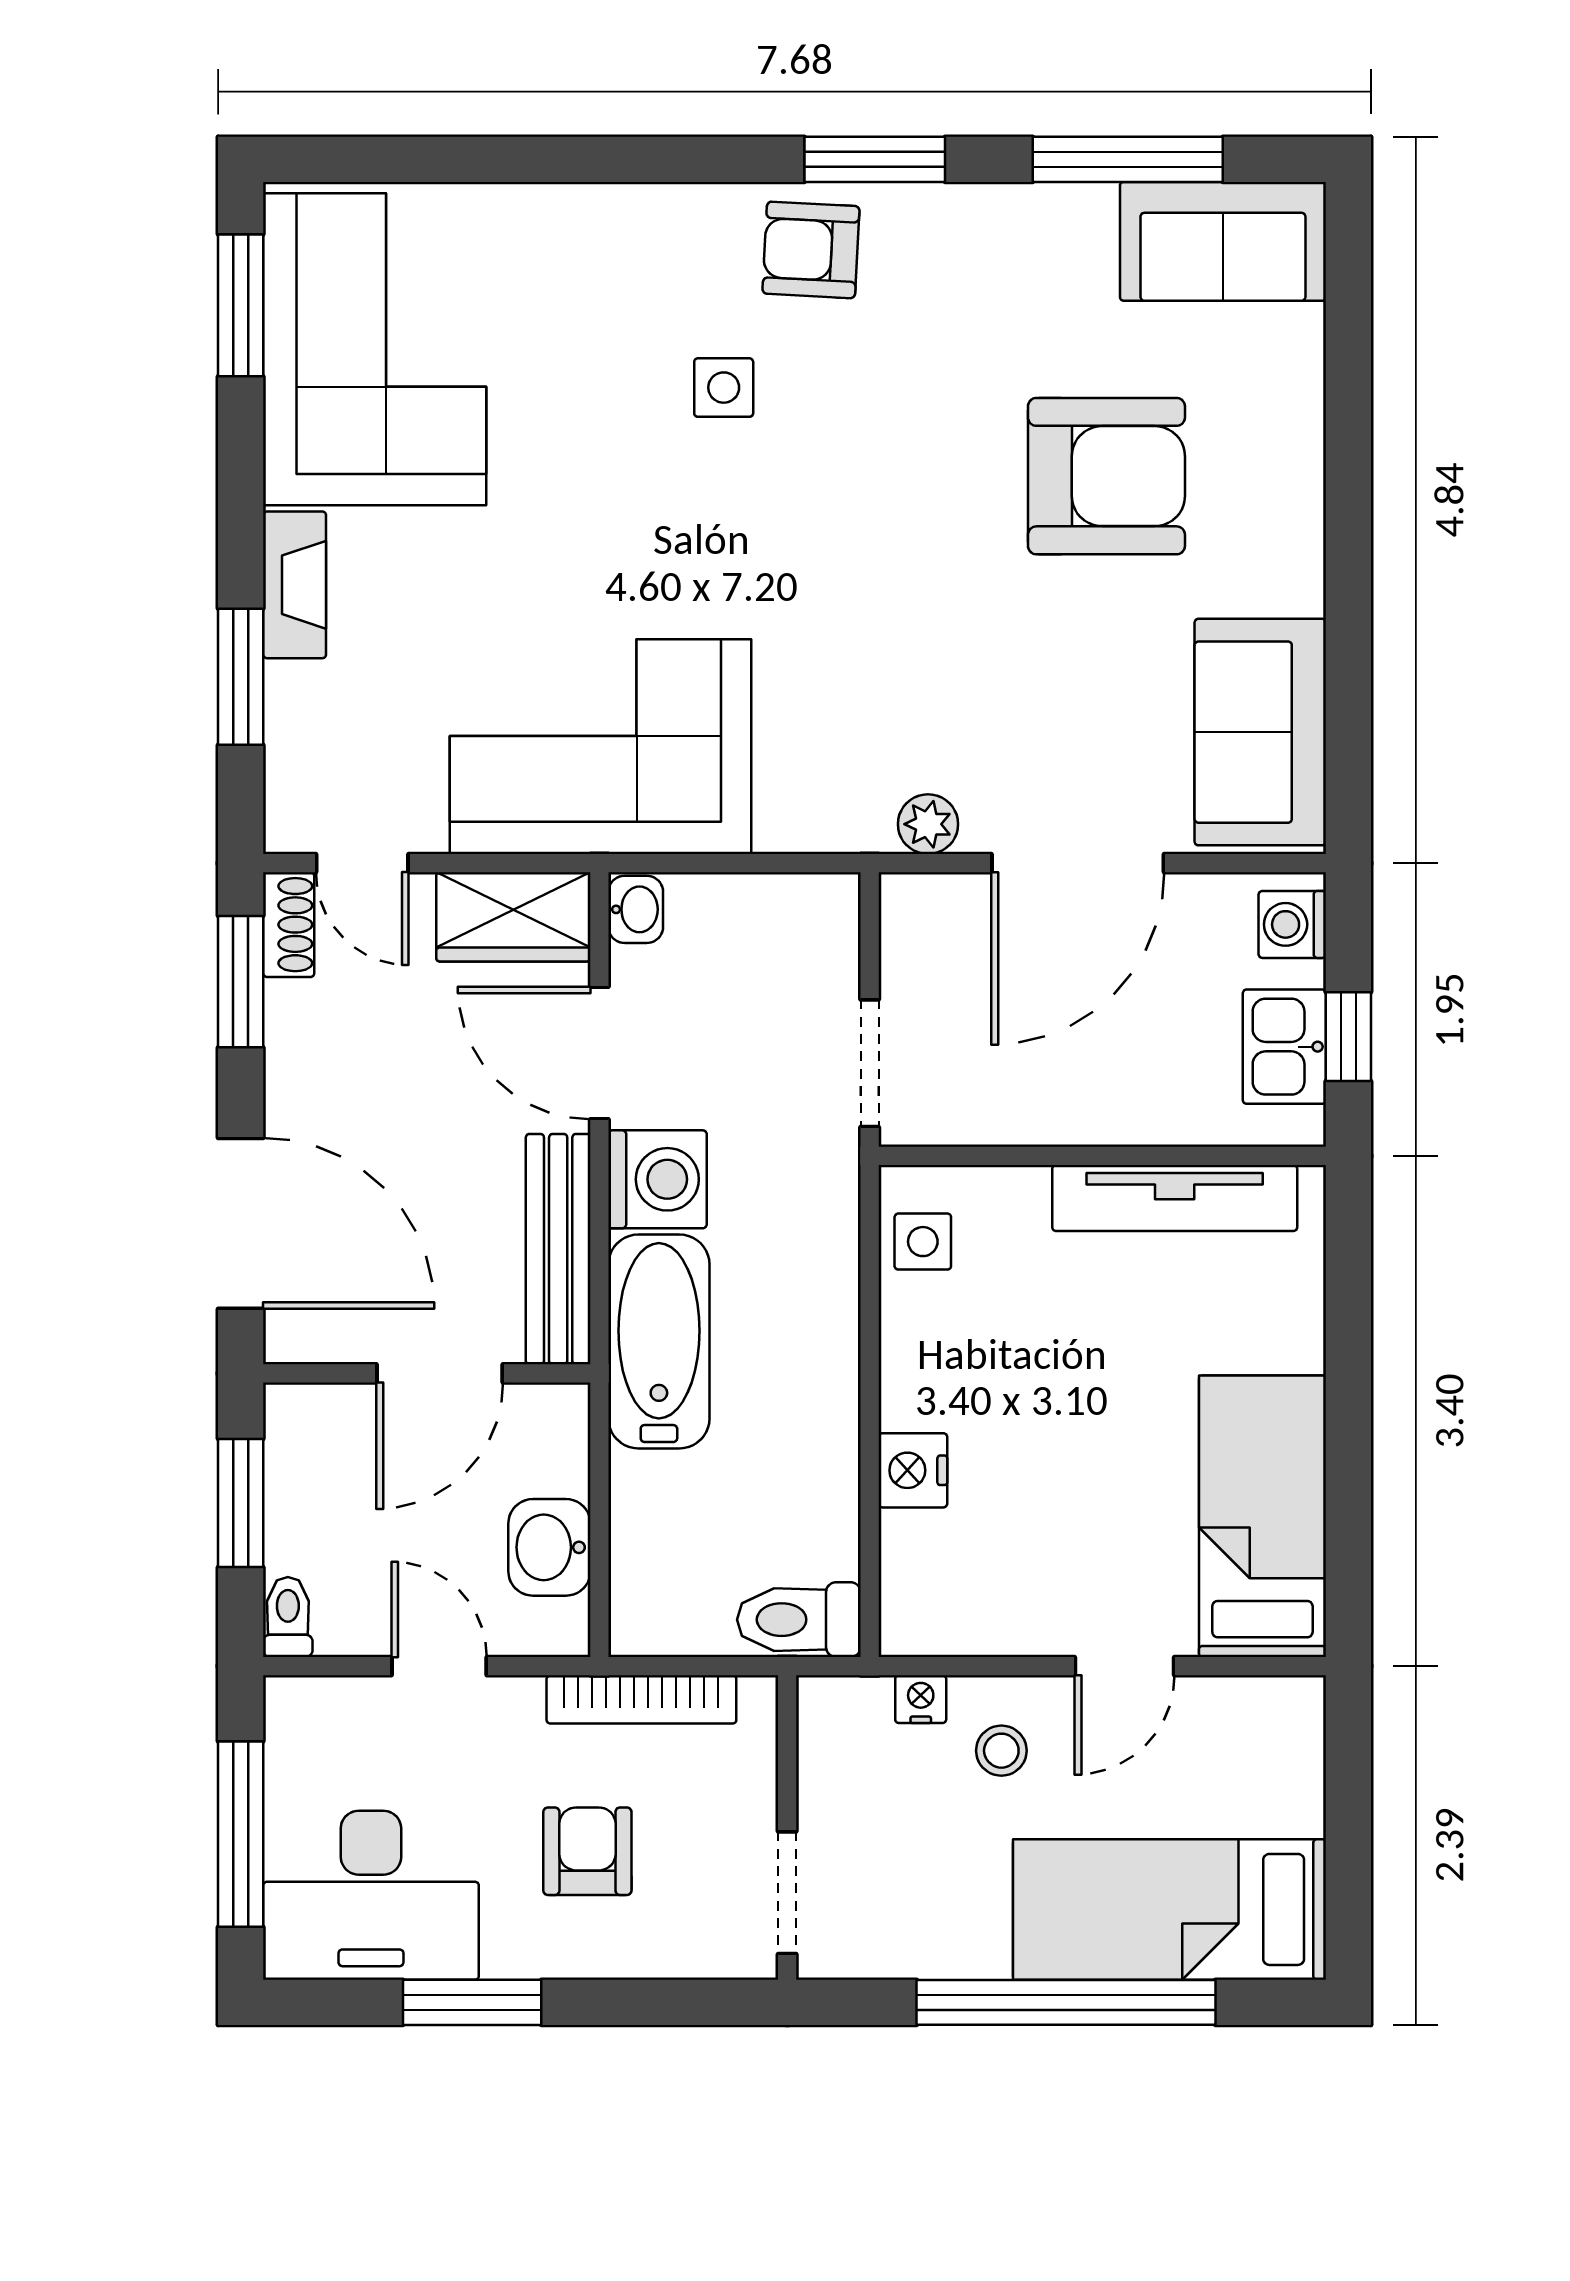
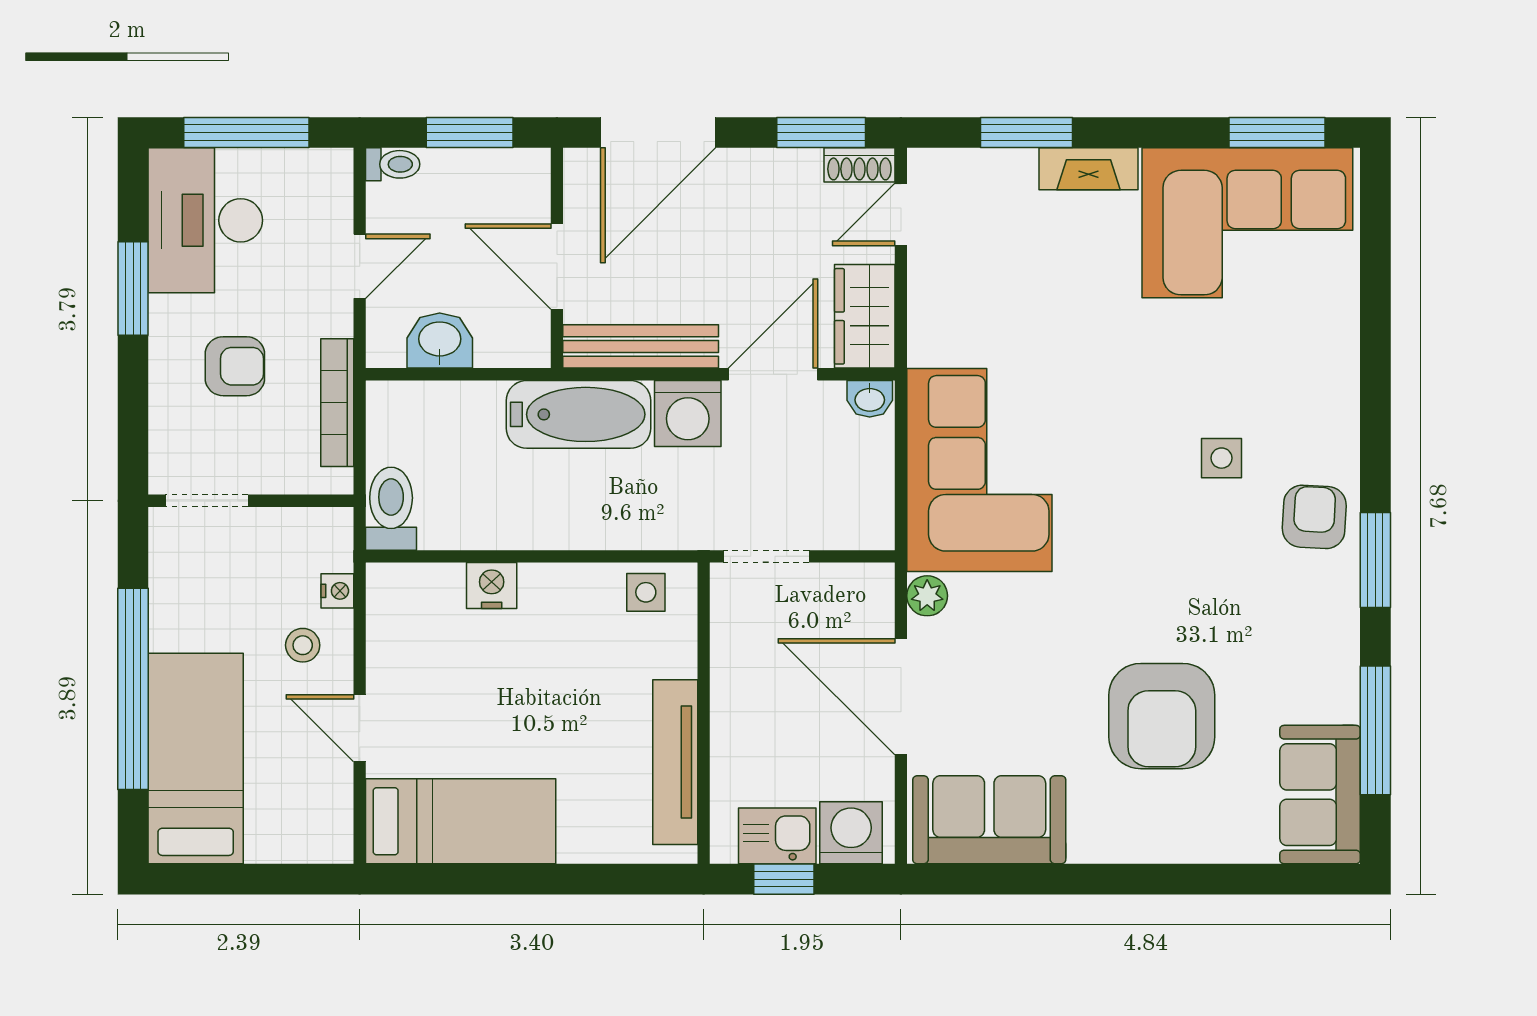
corner sofa: (600, 747) -> (979, 470), moved
washing machine: (1292, 924) -> (851, 833), width x1.38, depth x1.38

